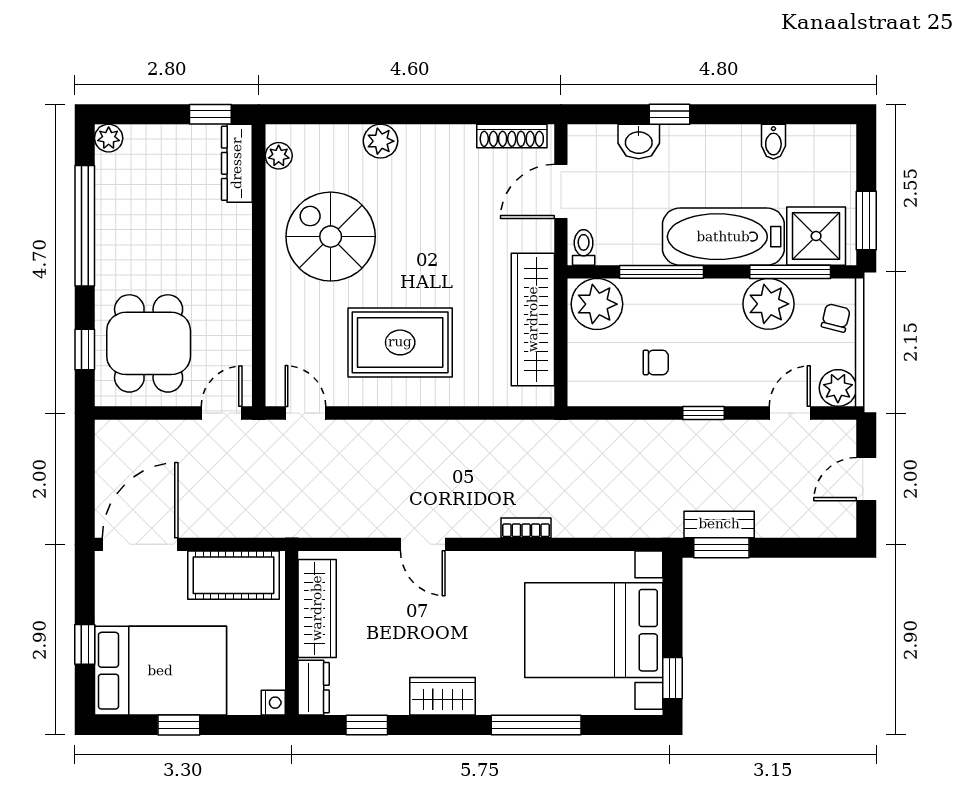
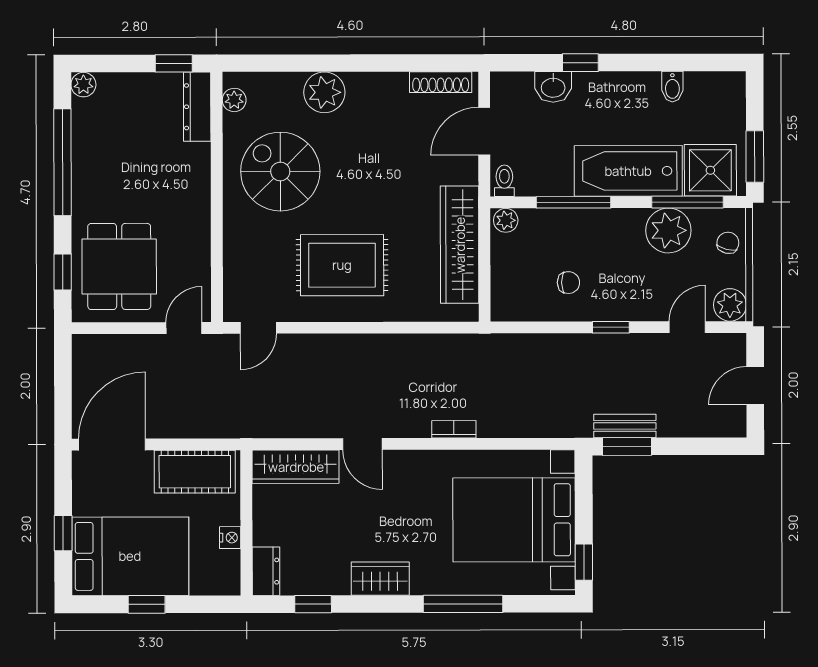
plant: (381, 141) -> (324, 92), width x1.36, depth x1.36
plant: (597, 304) -> (506, 220), width x0.53, depth x0.53
door: (305, 413) -> (258, 328), swing flipped
wardrobe: (317, 608) -> (296, 467), moved, turned 90
nightstand: (273, 703) -> (230, 538), moved

